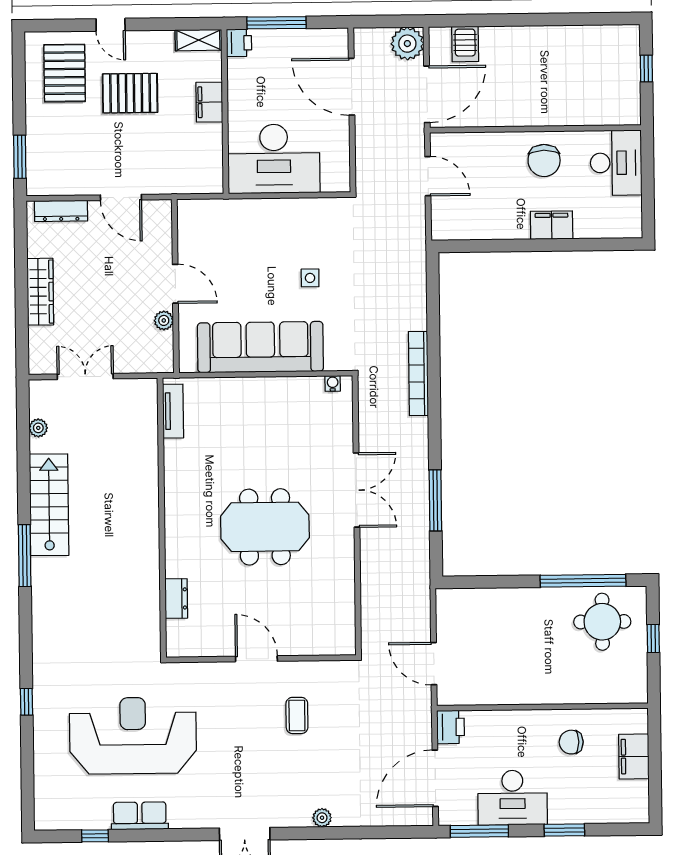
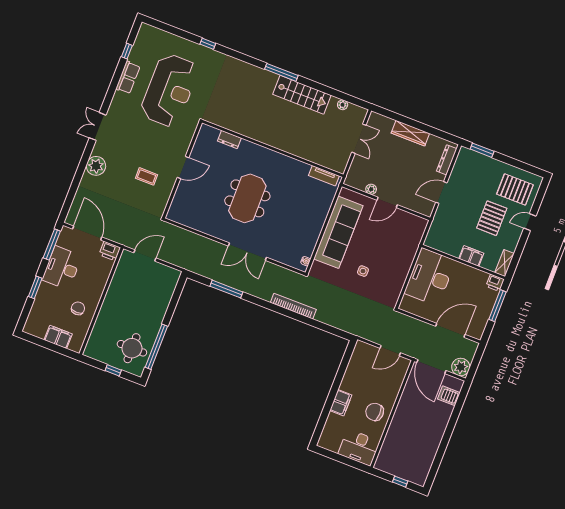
plant: (322, 818) -> (96, 166), width x1.87, depth x1.87

